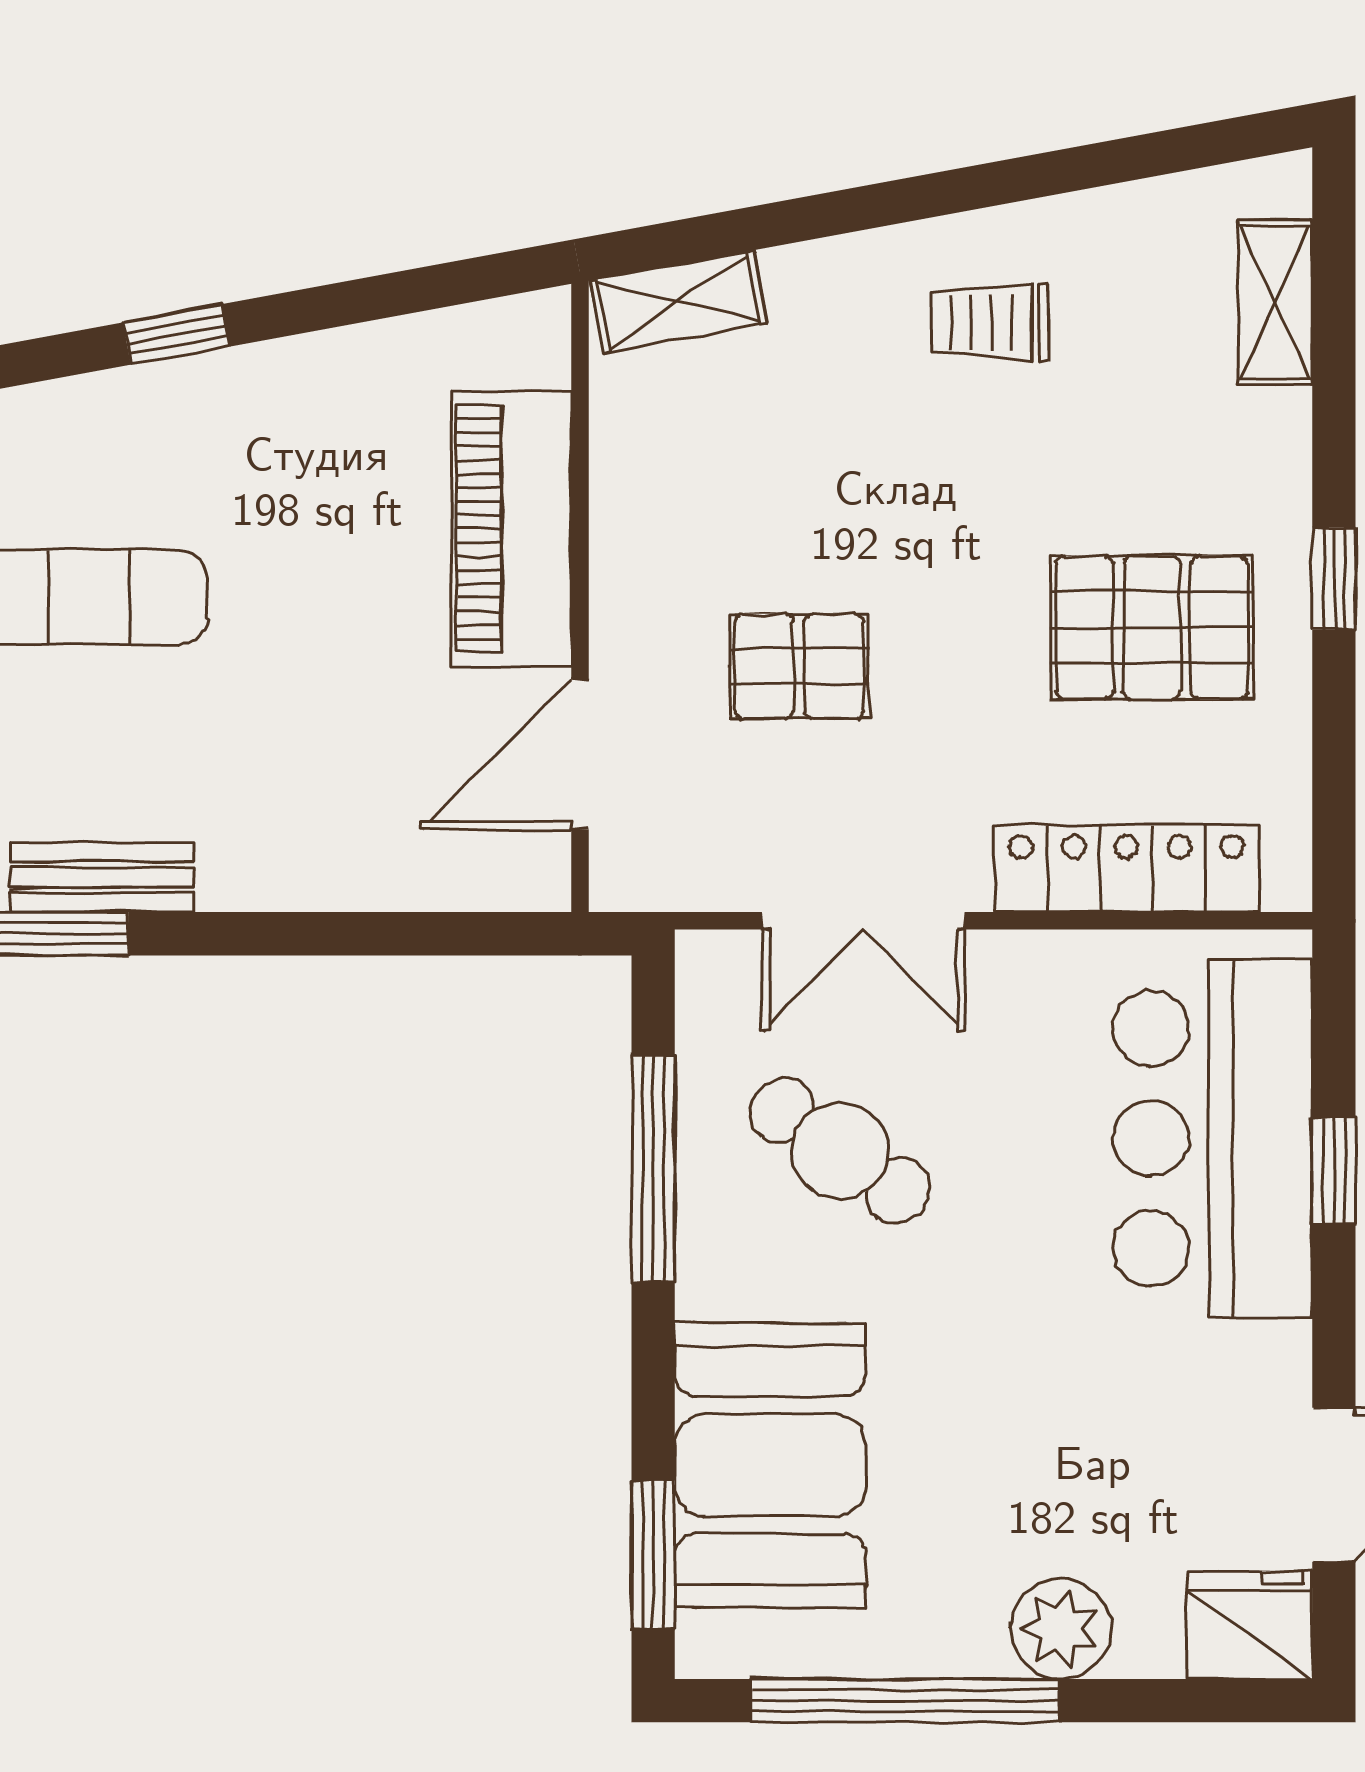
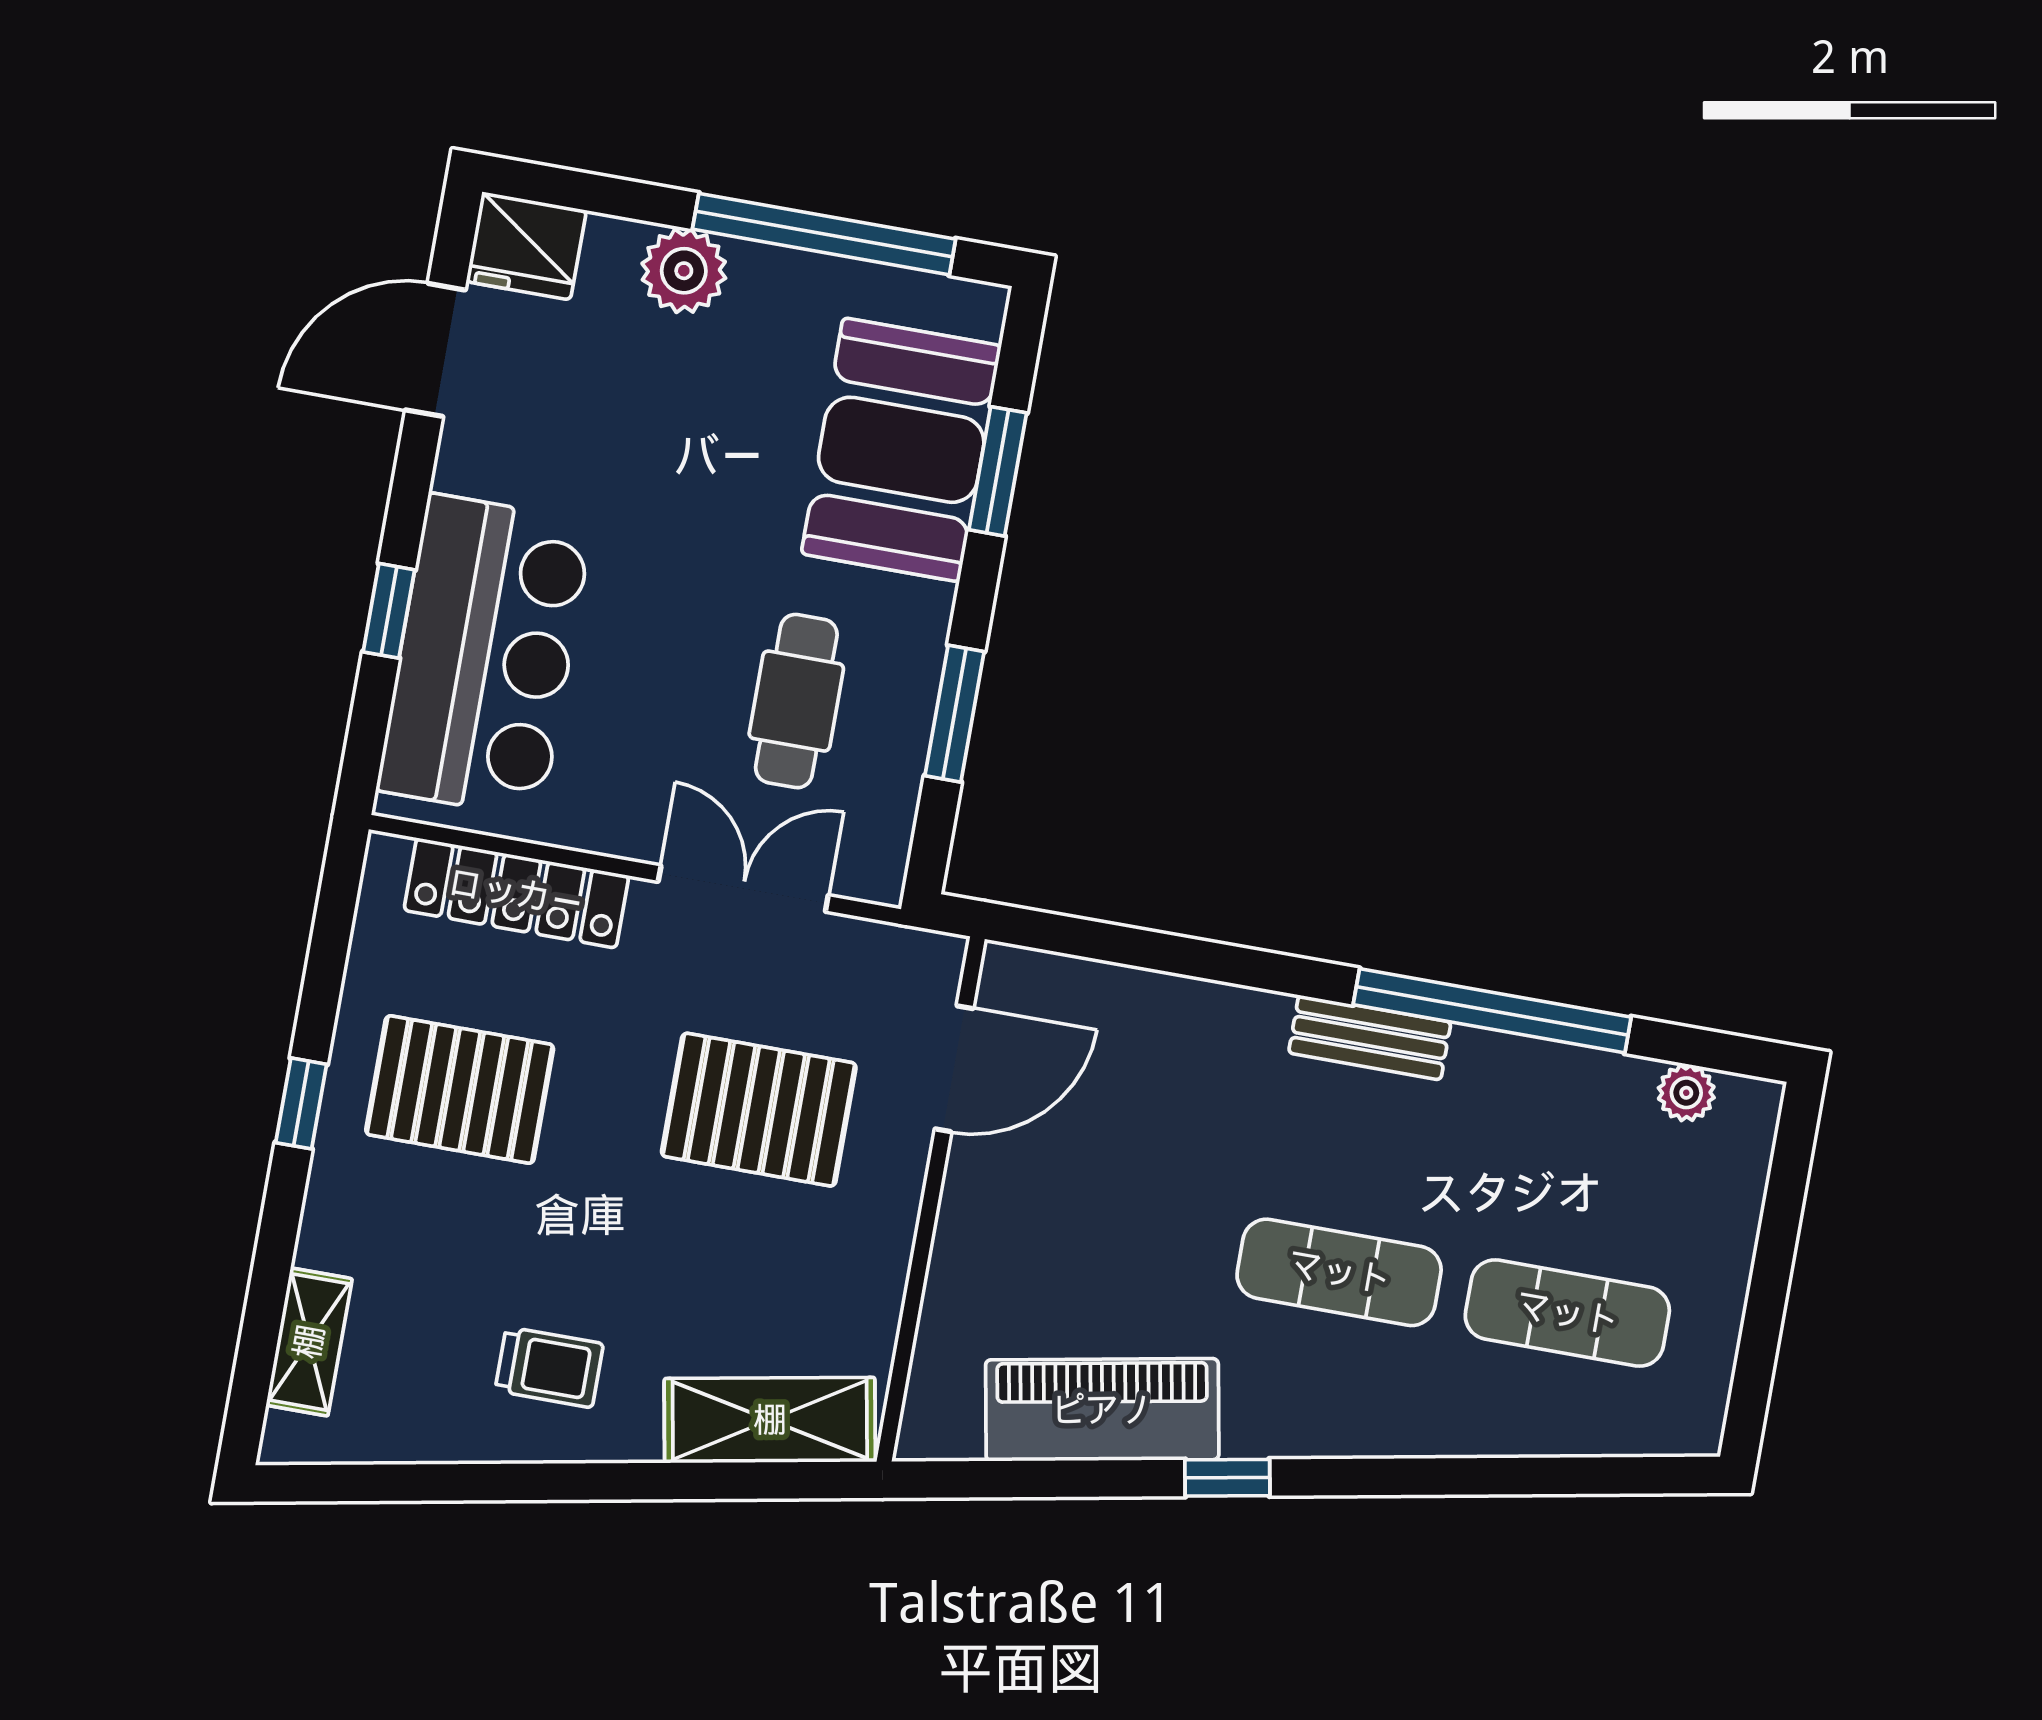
shelving: (679, 302) -> (770, 1420), width x1.50, depth x1.33
piano: (511, 529) -> (1102, 1410), moved, turned -100
pallet: (799, 666) -> (759, 1110), width x1.50, depth x1.42
cafe table: (840, 1150) -> (796, 701), turned 55
window: (653, 1169) -> (954, 714), width x0.69
window: (653, 1555) -> (998, 471), moved

